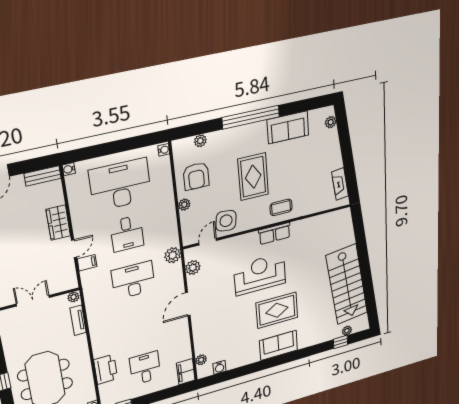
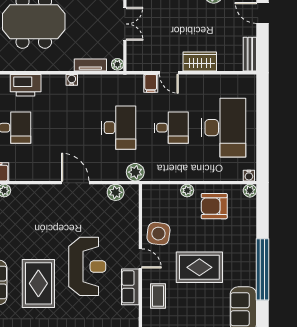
plant: (200, 141) -> (250, 191), moved
water cooler: (69, 169) -> (72, 80), moved
desk: (127, 234) -> (171, 128), turned 180
door: (208, 242) -> (140, 258), moved

